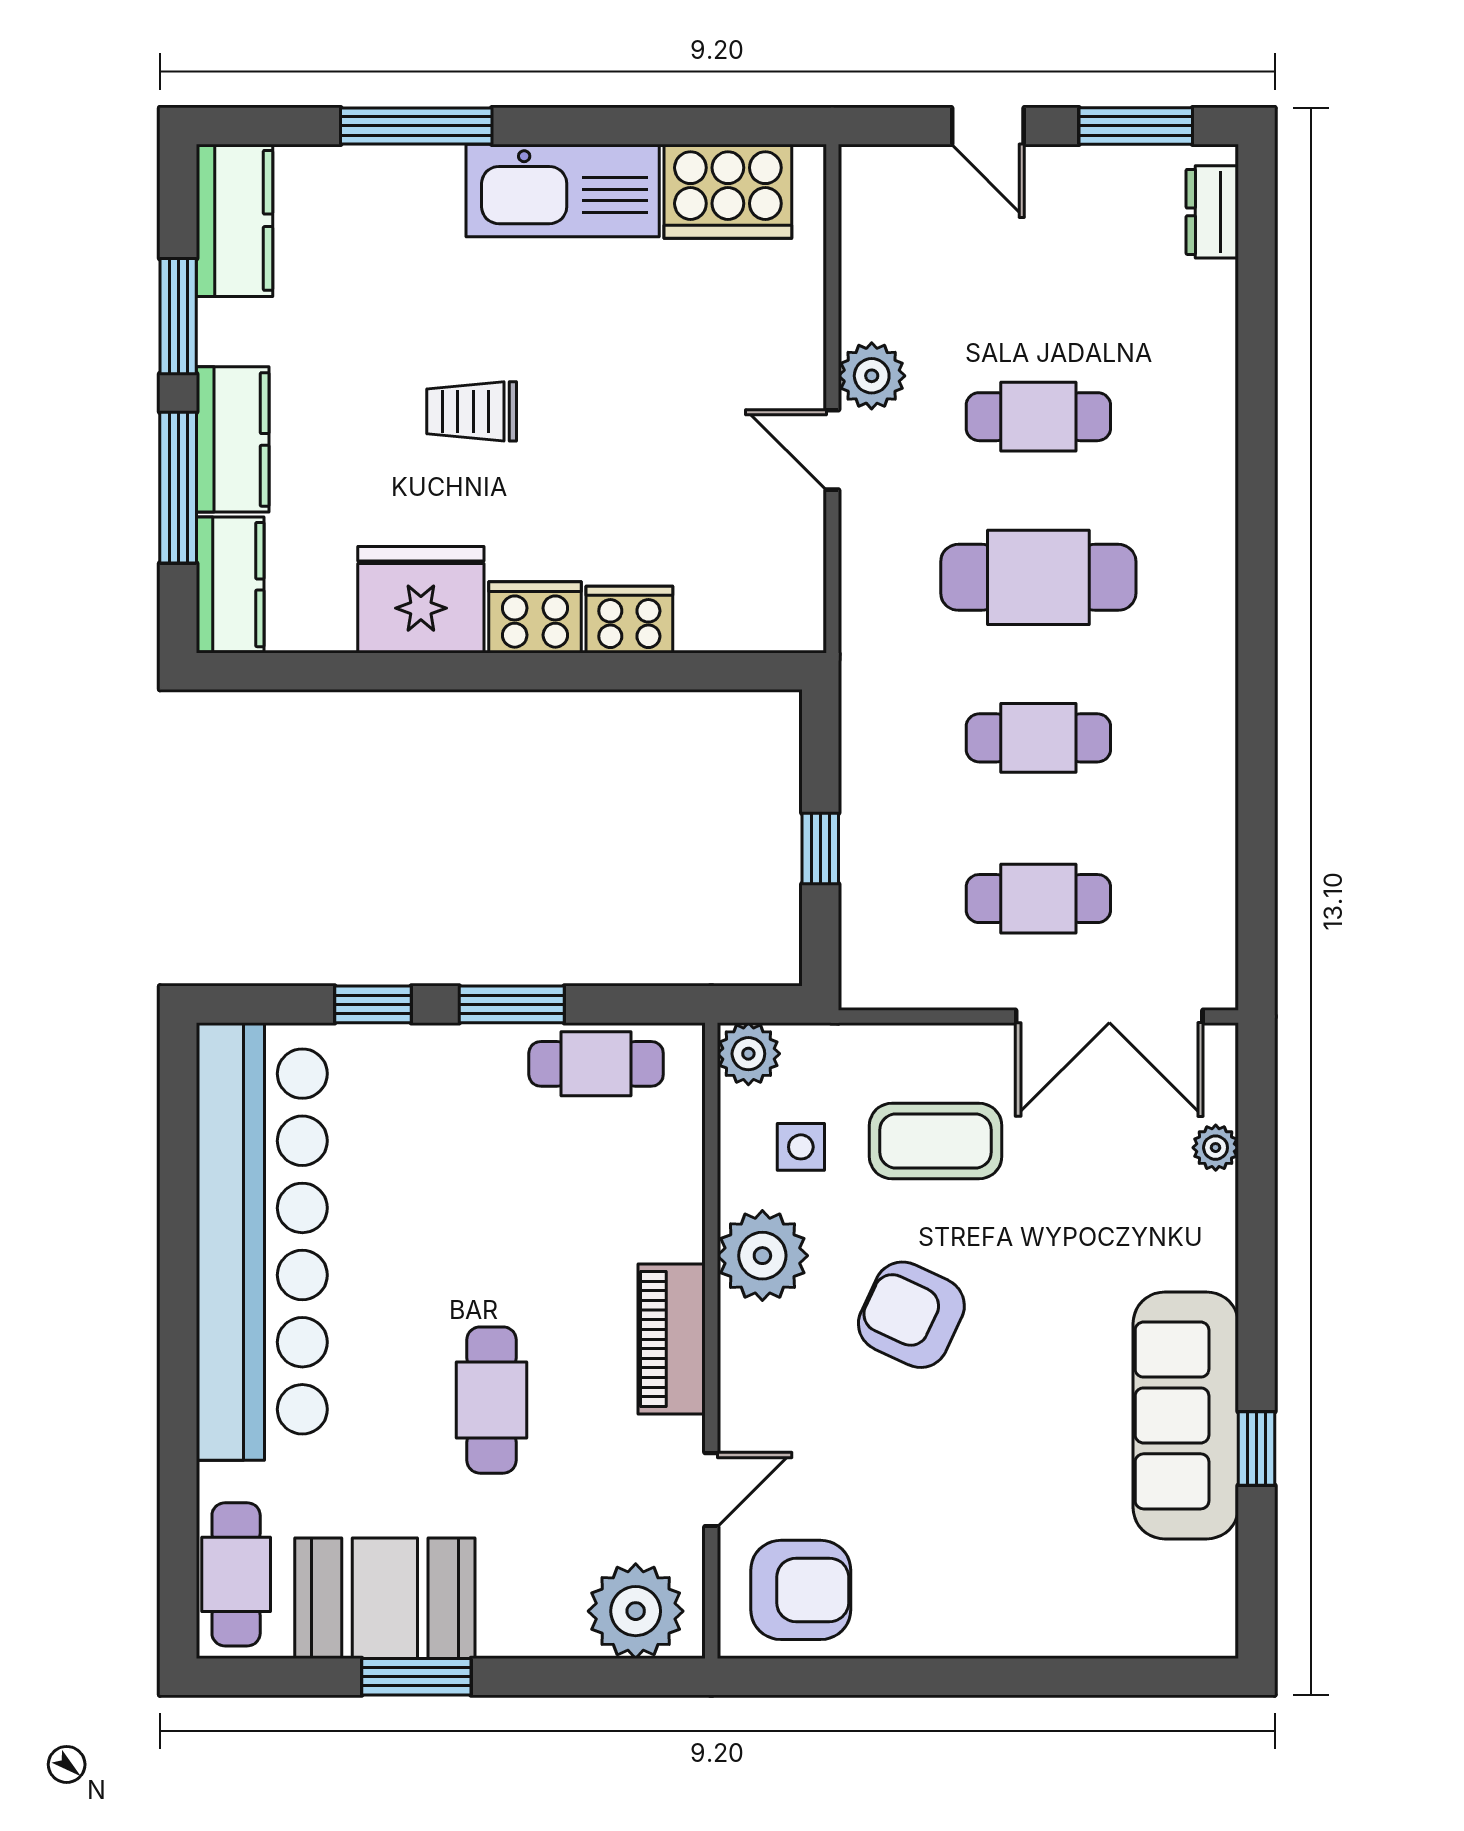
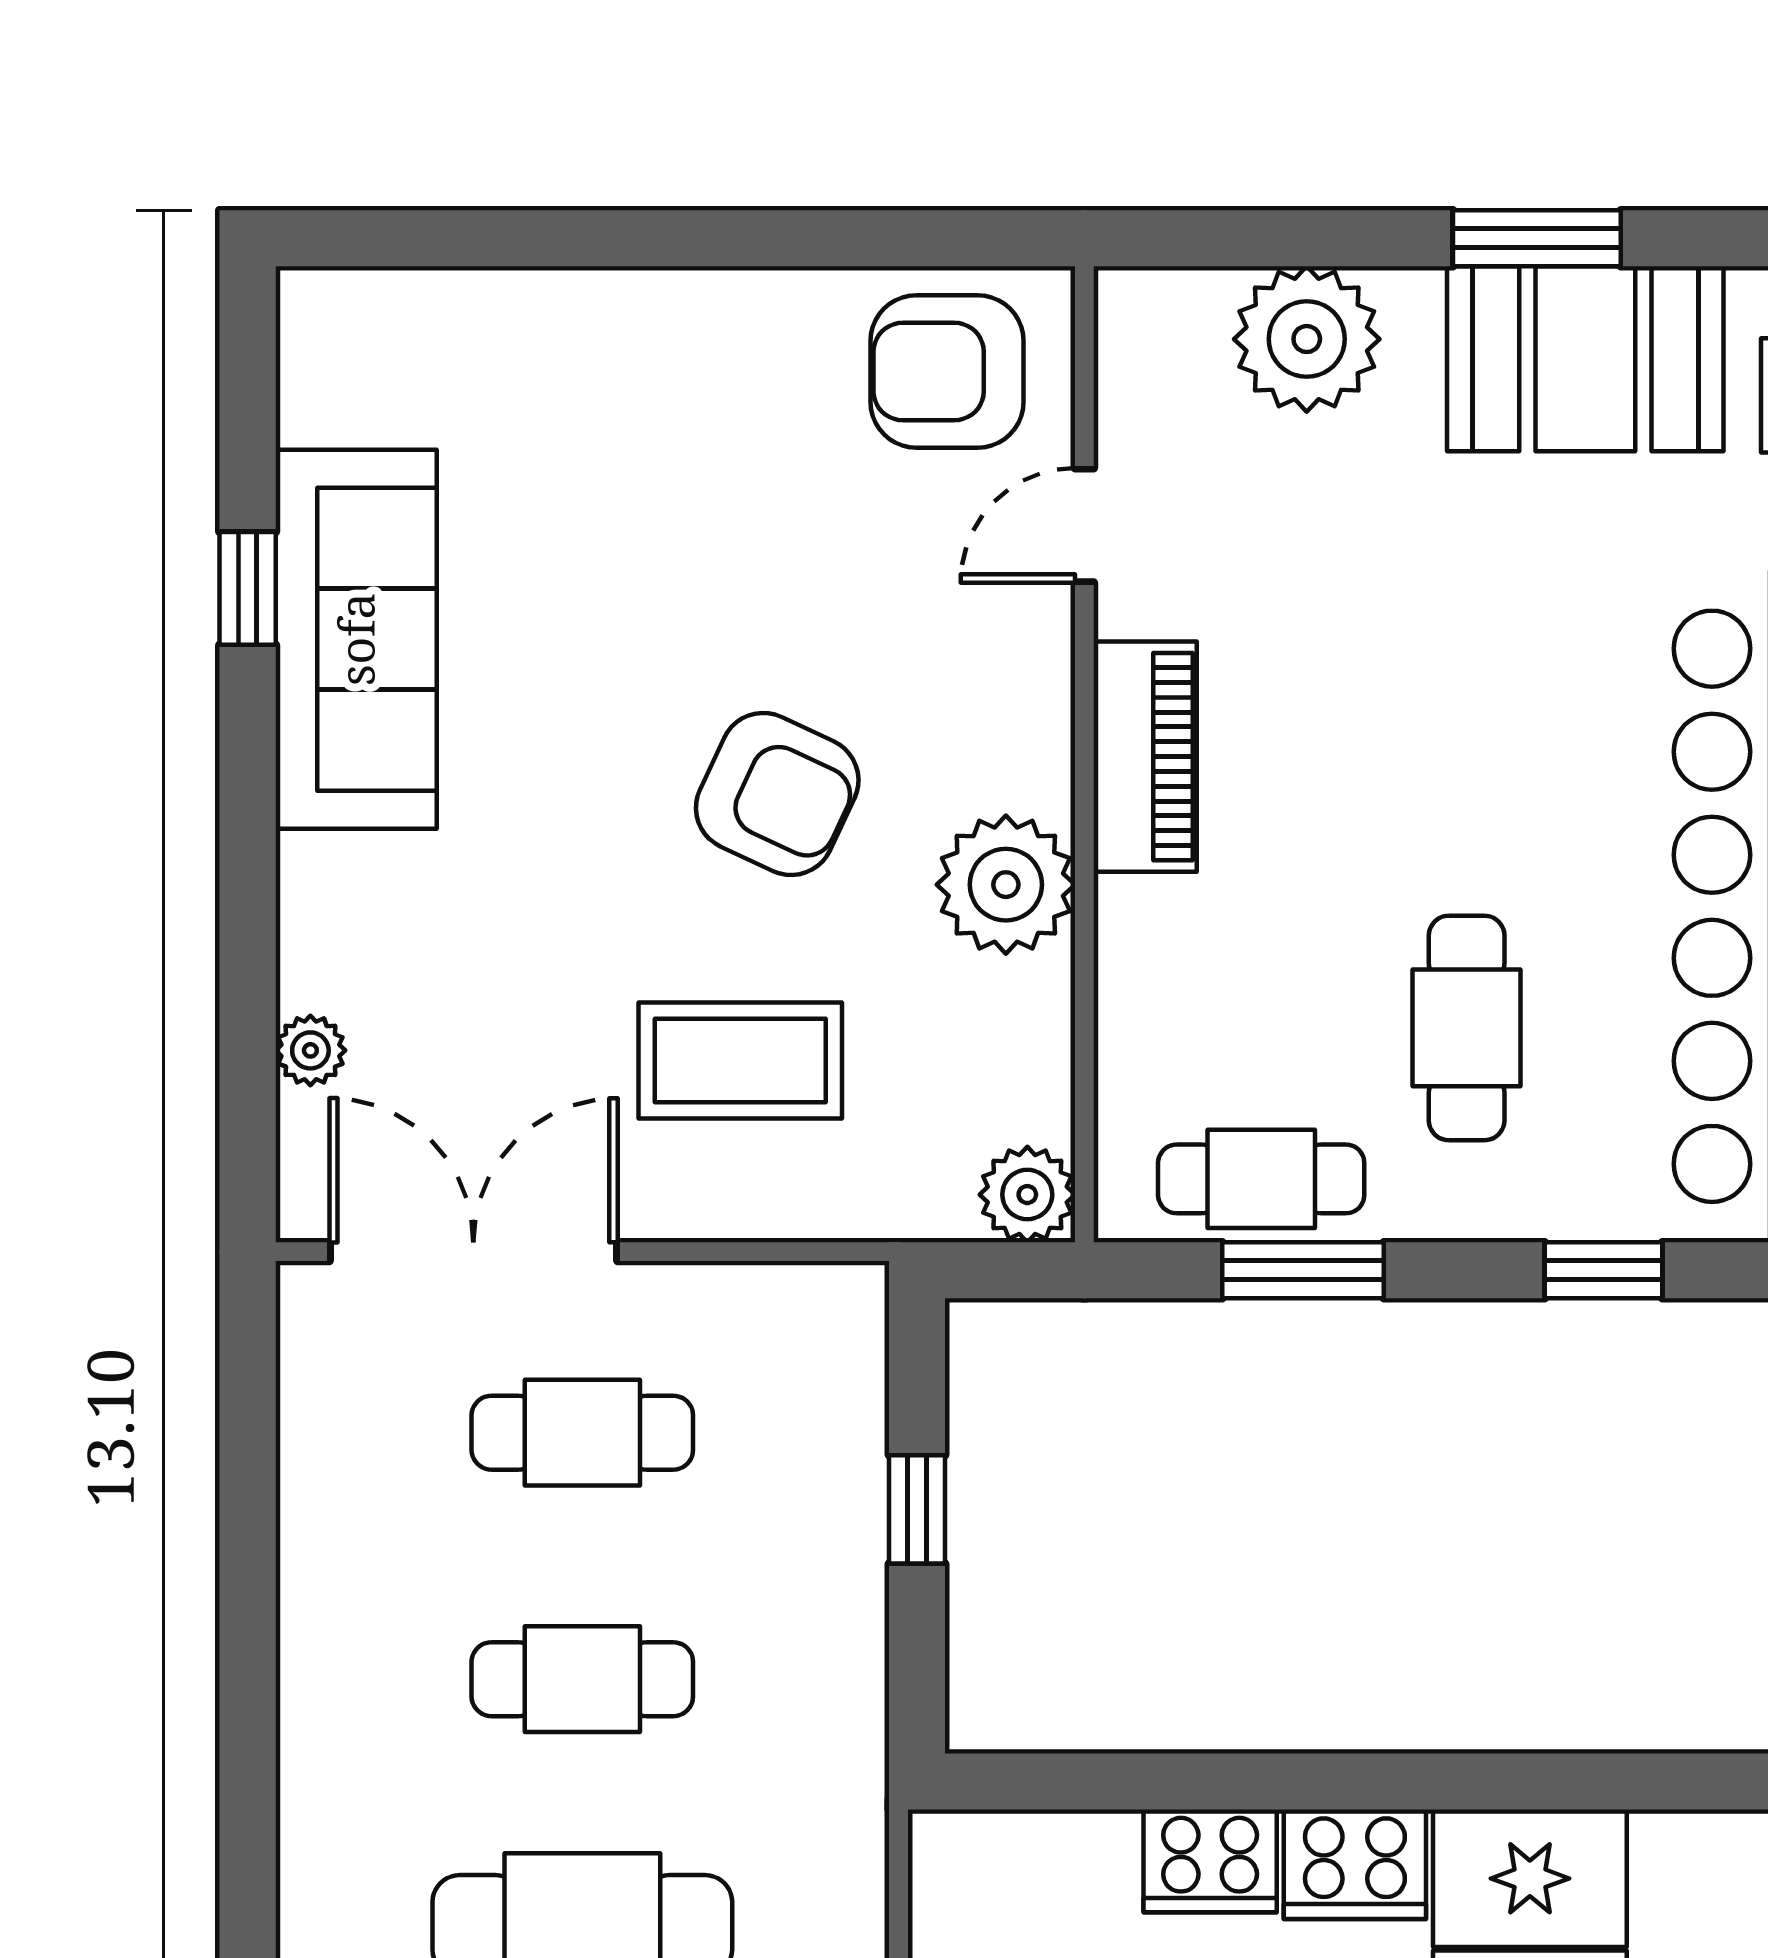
window: (512, 1004) -> (1303, 1270), moved
side table: (801, 1147) -> (947, 1051), removed
cafe table: (492, 1400) -> (1467, 1028), moved
plant: (636, 1611) -> (1307, 339), moved

